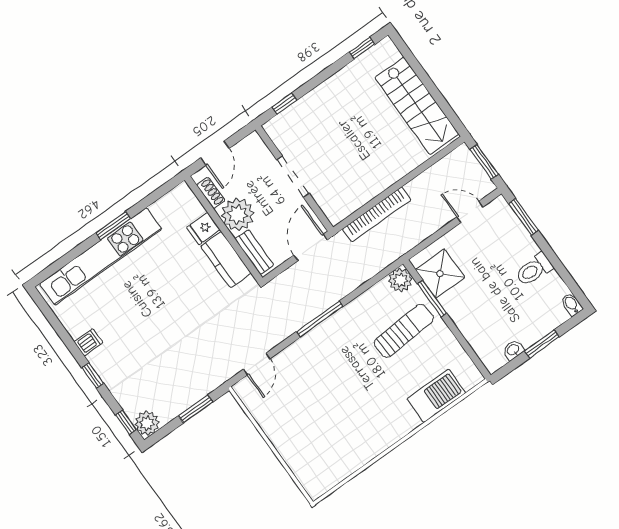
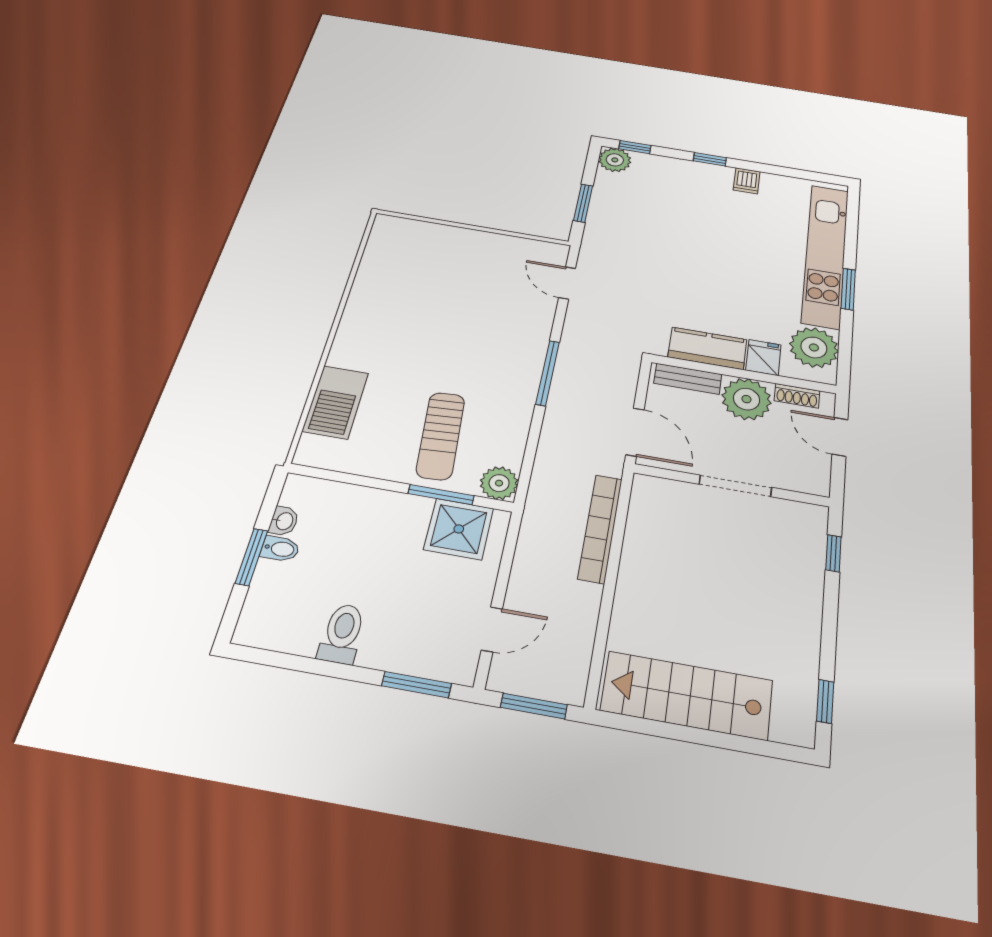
plant: (171, 210) -> (814, 347), added
bidet: (572, 304) -> (280, 549), moved

